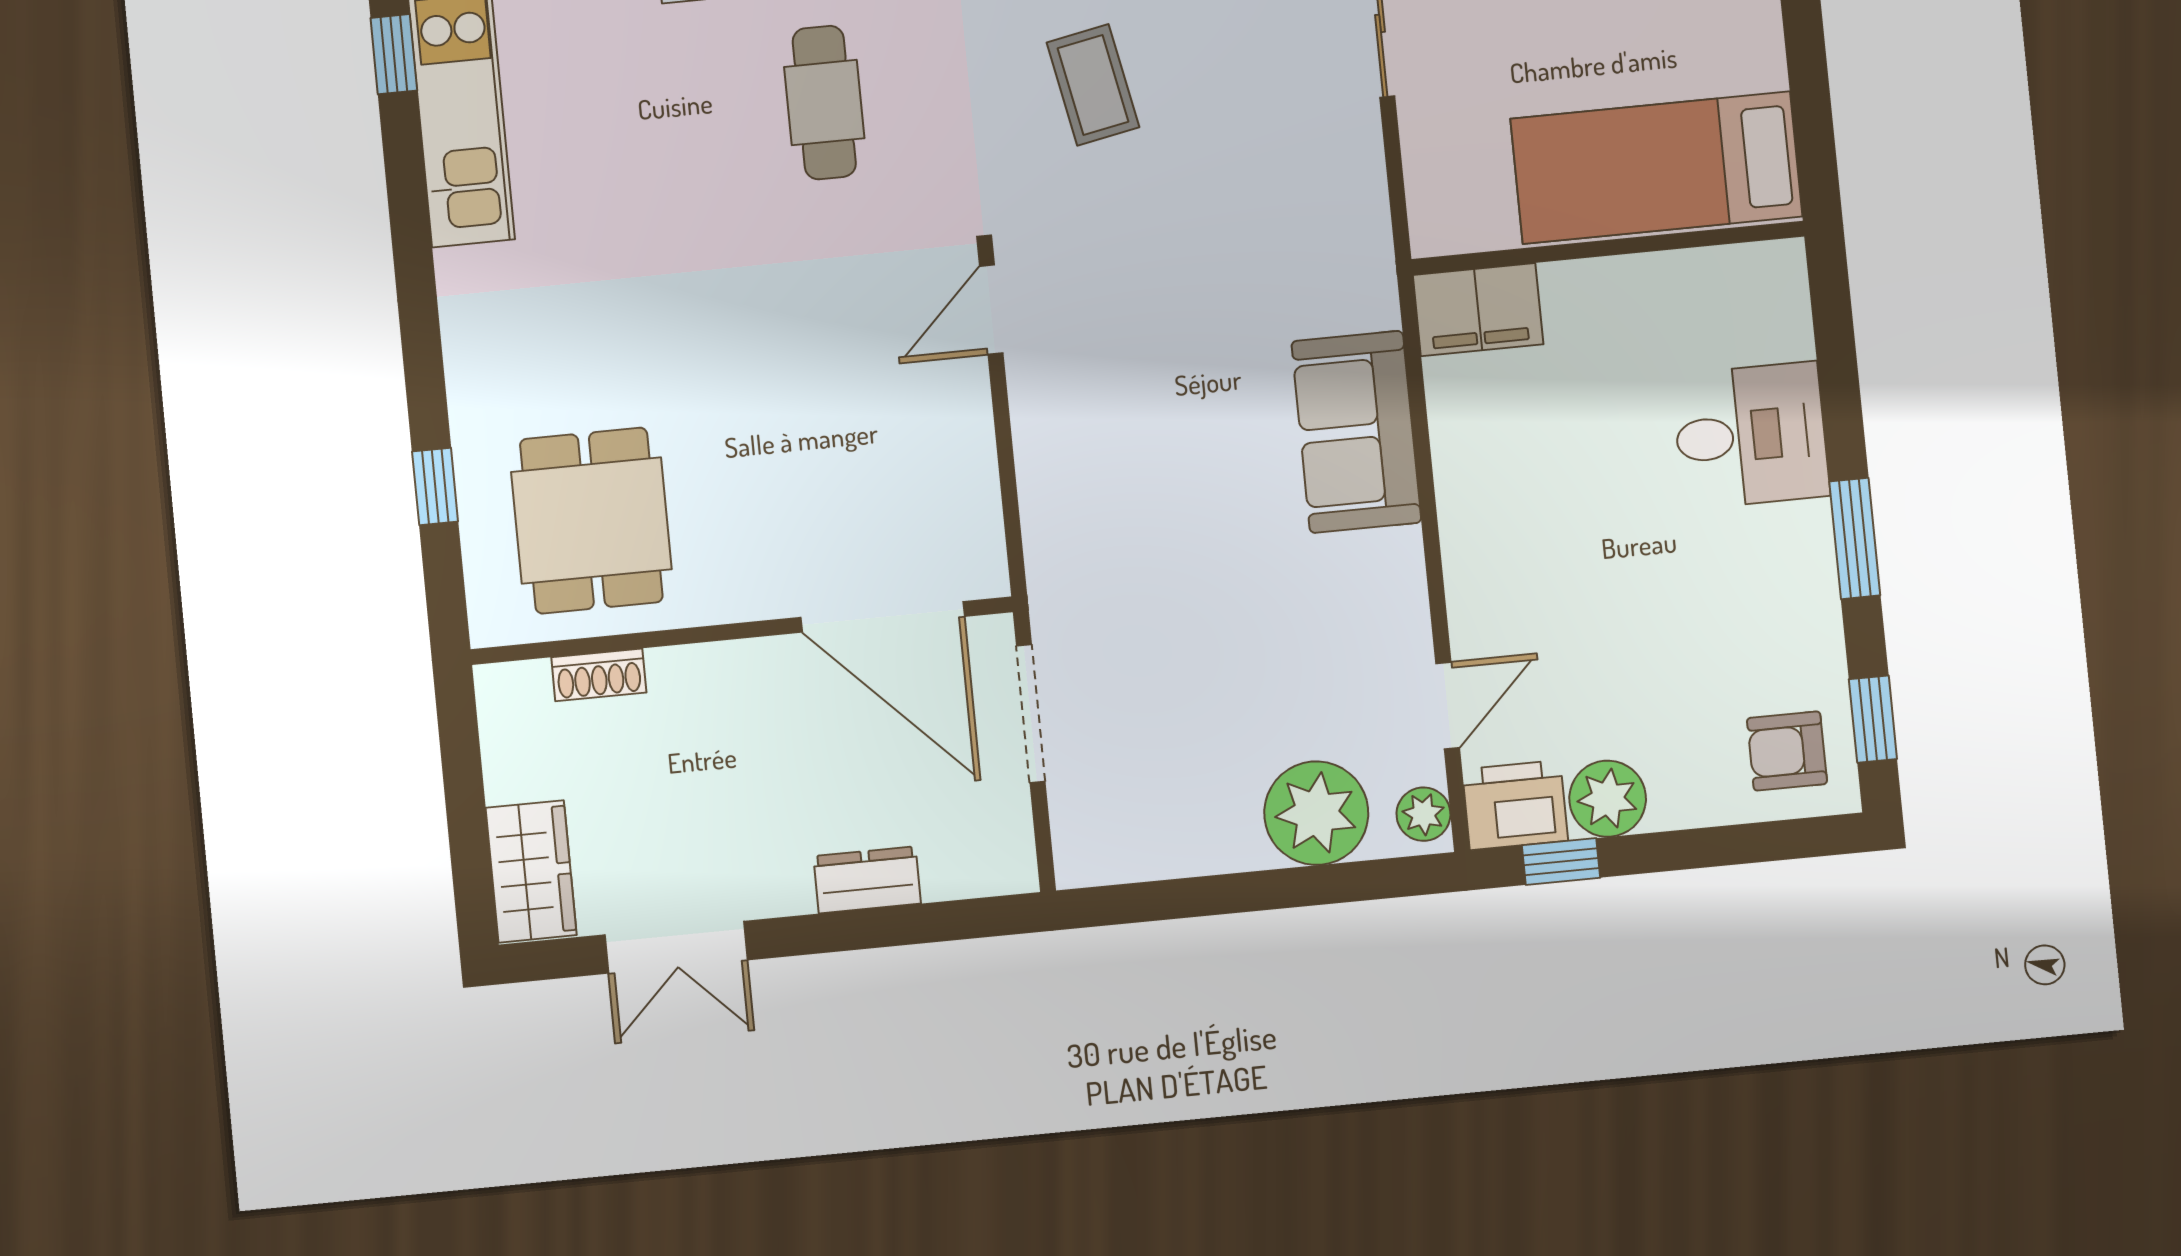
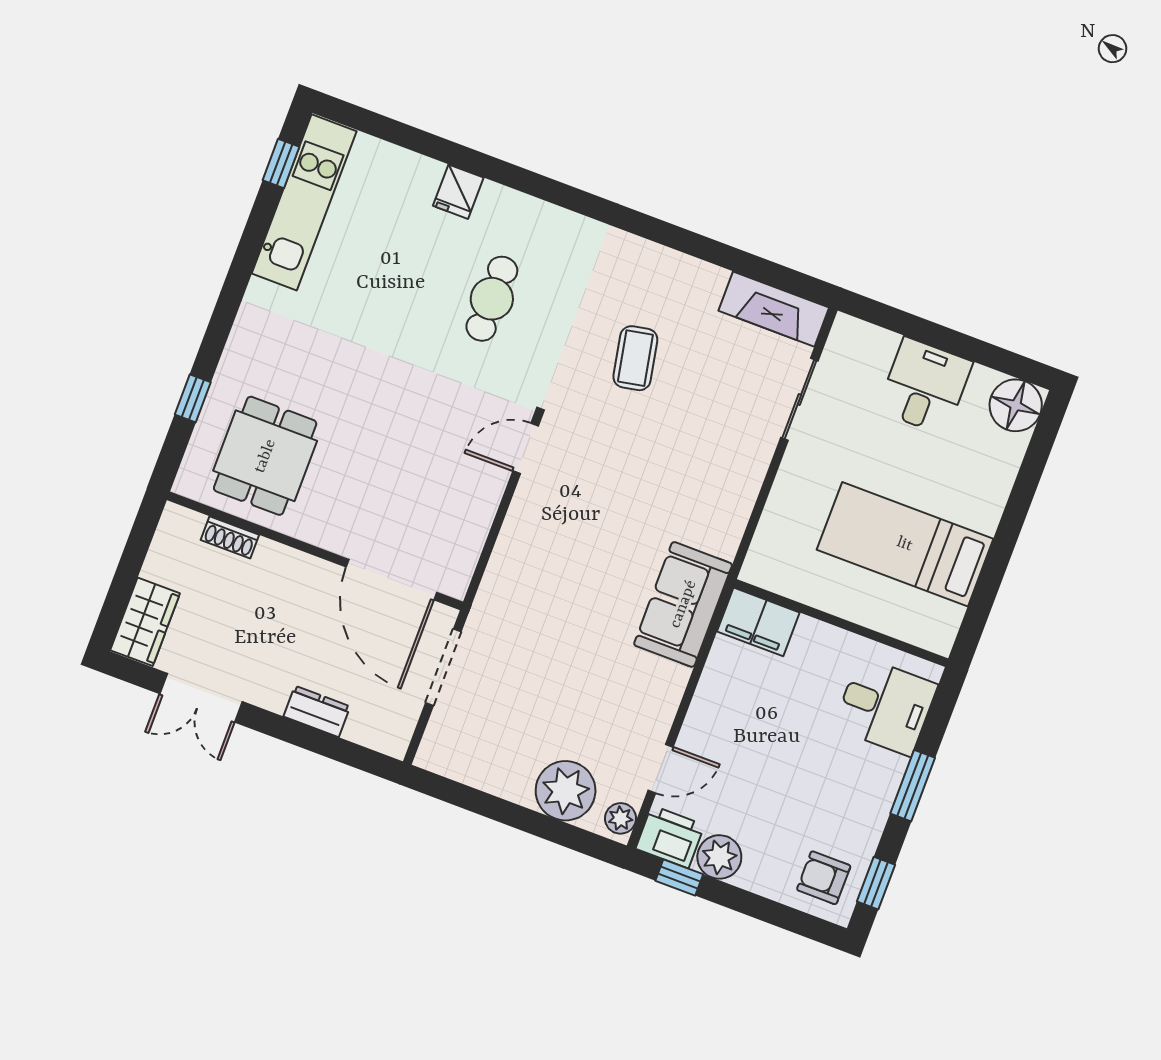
wall: (1608, 248) -> (841, 623), moved
filing cabinet: (1478, 310) -> (758, 622), moved

